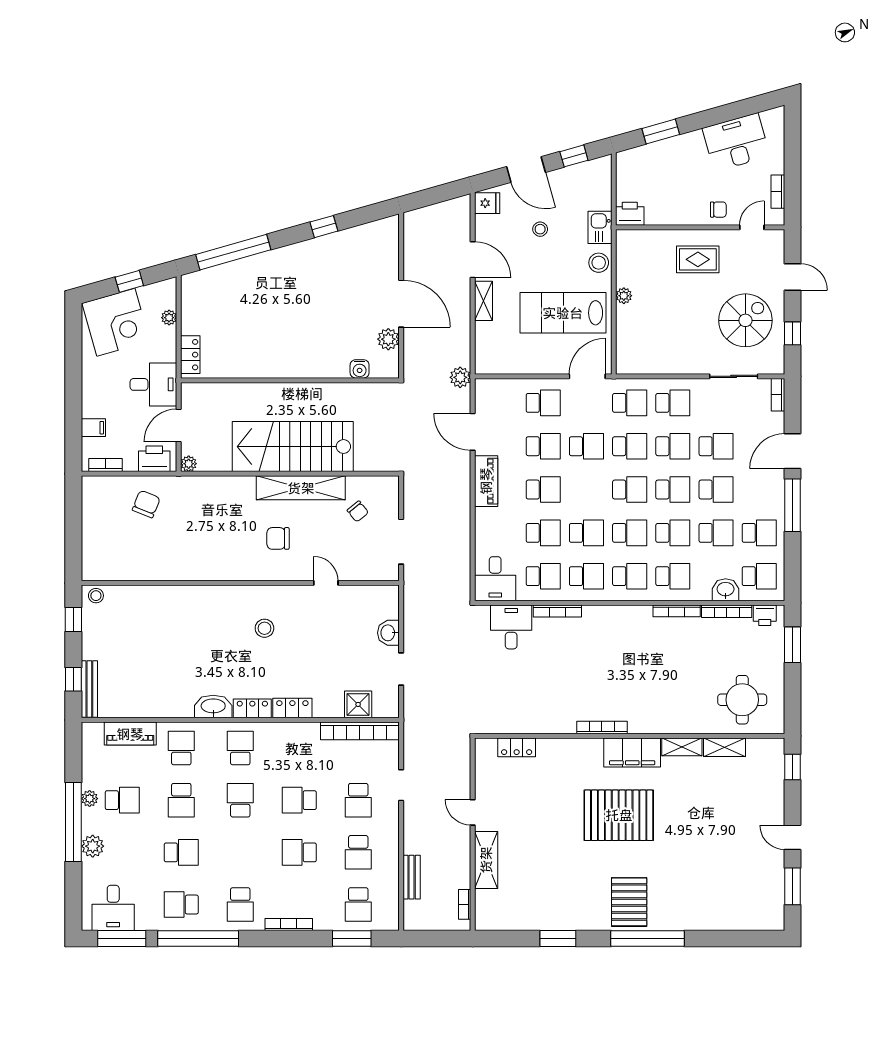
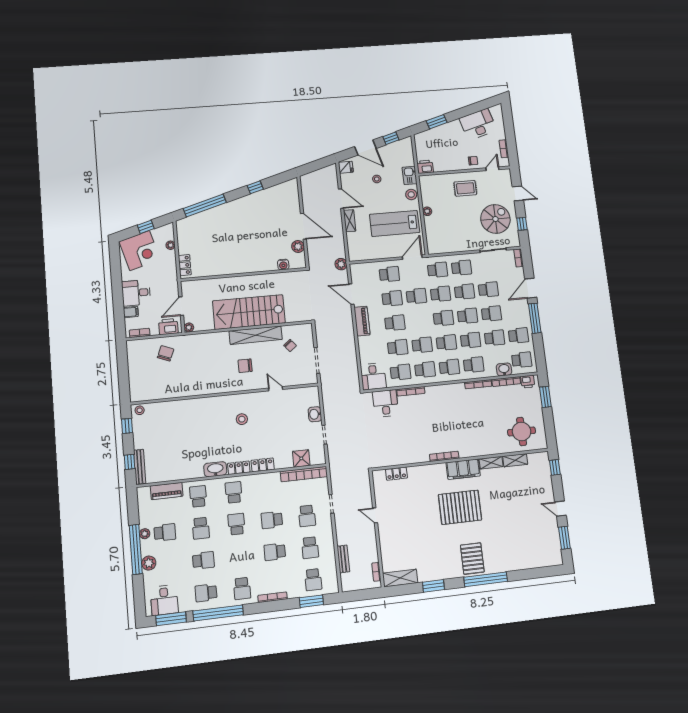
desk: (153, 384) -> (136, 293), moved, turned 180
shelving: (486, 860) -> (400, 578), moved, turned 90

